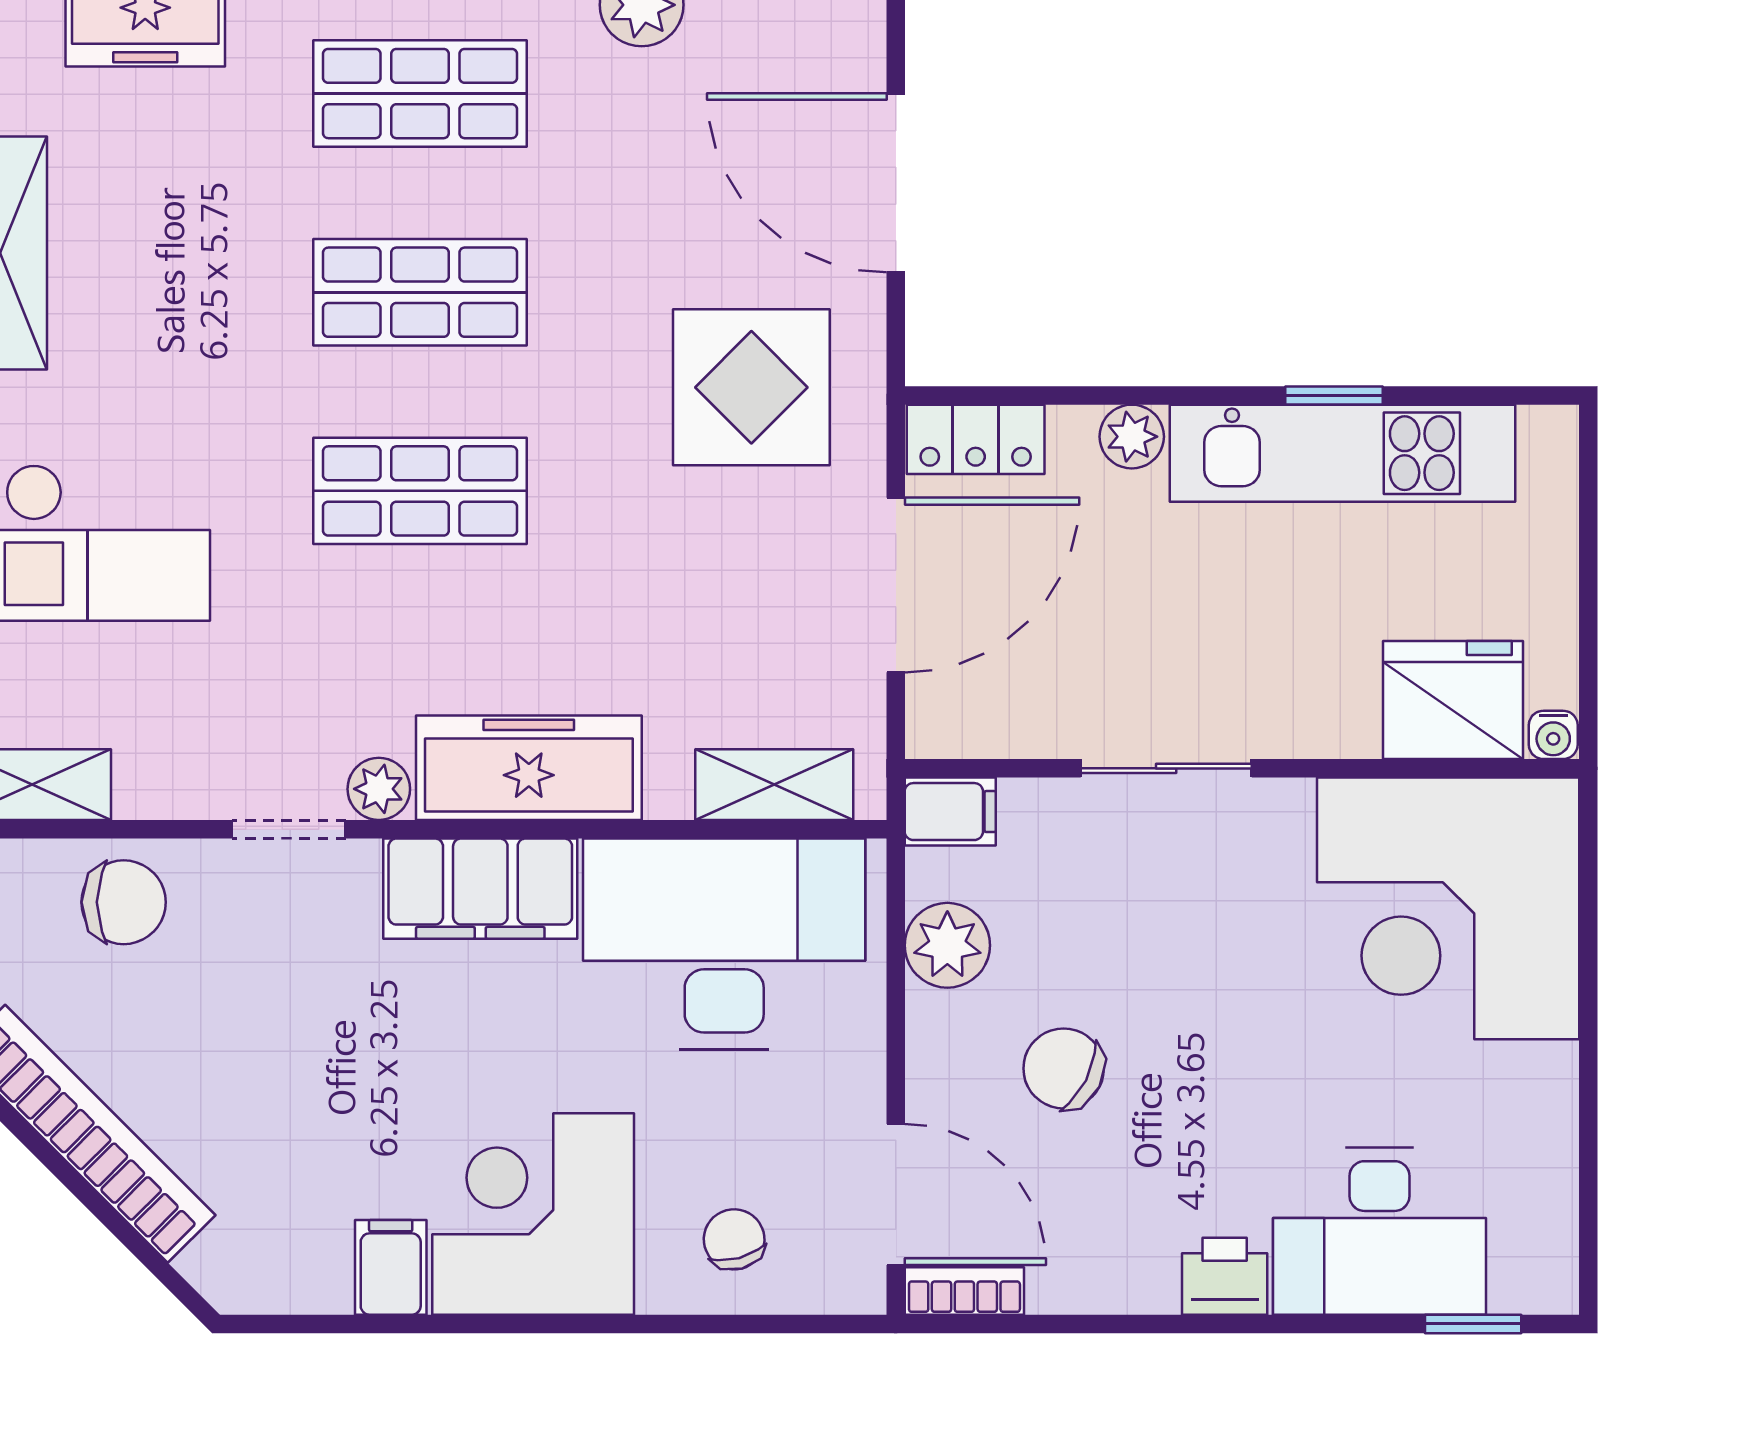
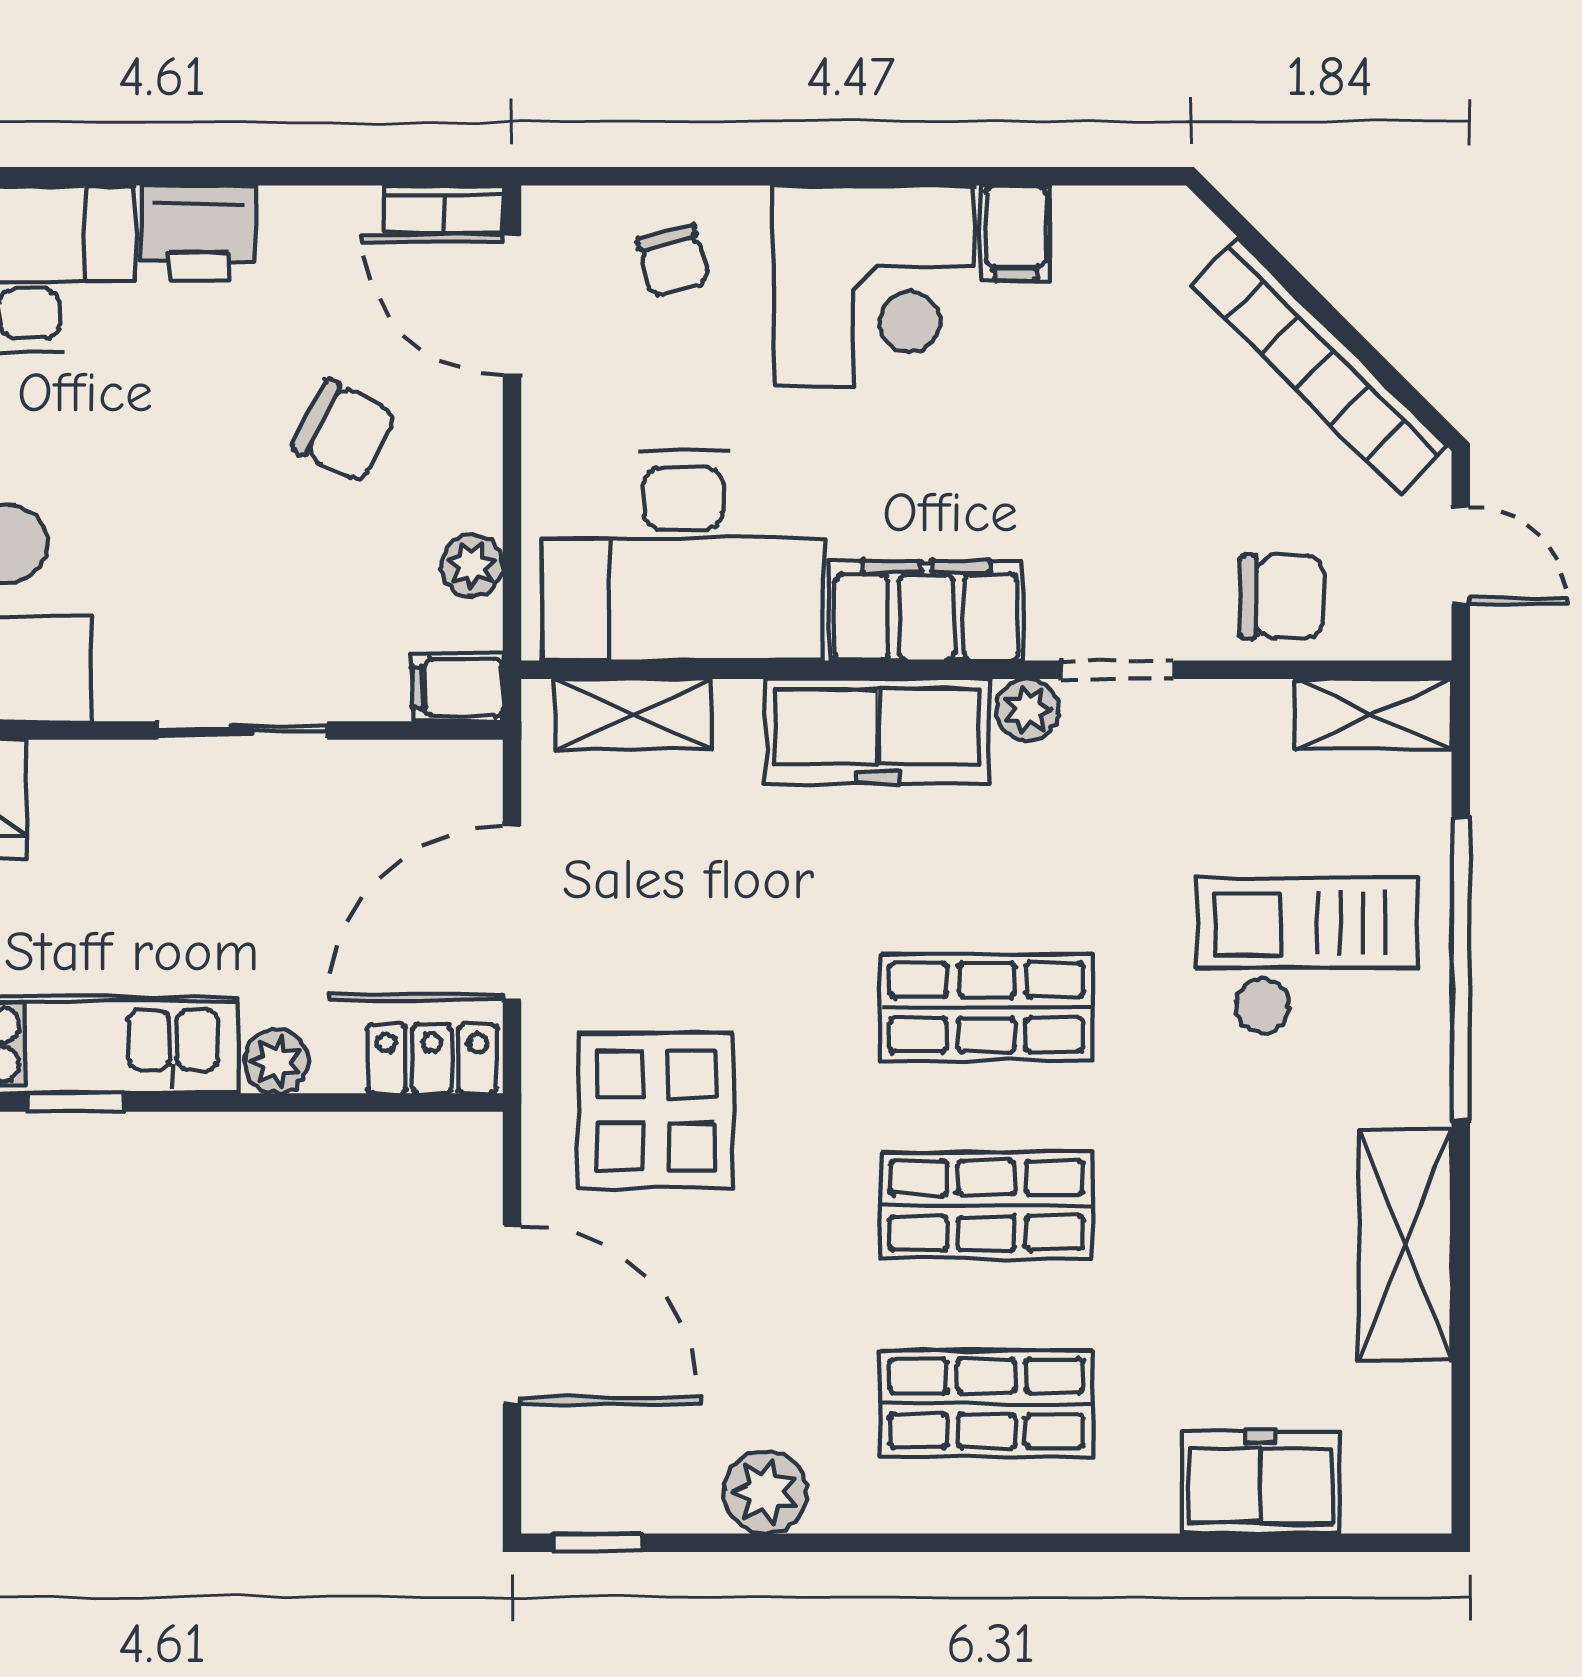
chair: (124, 902) -> (1282, 597), turned 180
plant: (947, 945) -> (472, 566), width x0.73, depth x0.73
printer: (1225, 1276) -> (199, 233), width x1.36, depth x1.24

